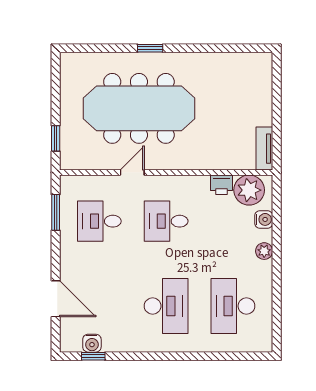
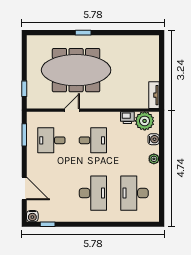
desk: (166, 221) -> (93, 140), turned 180
water cooler: (92, 343) -> (32, 216), moved

